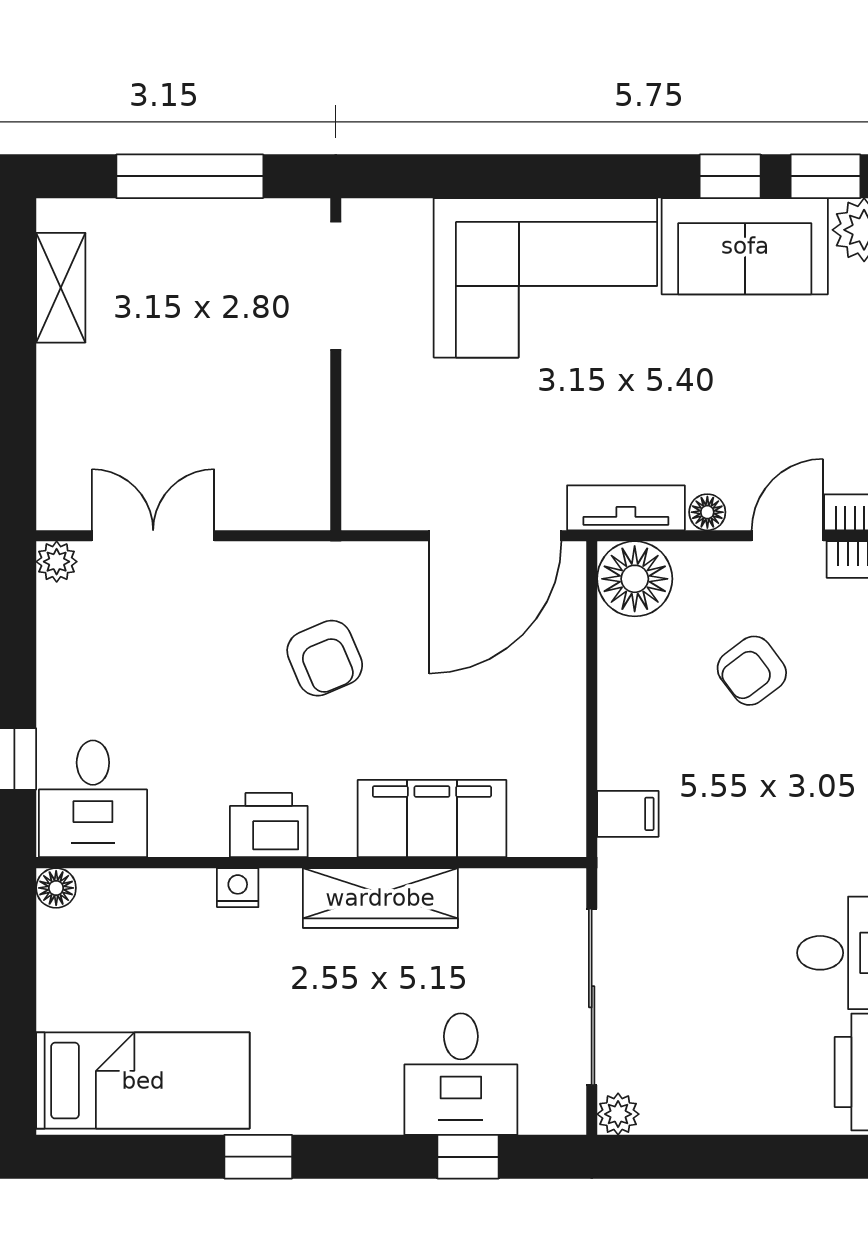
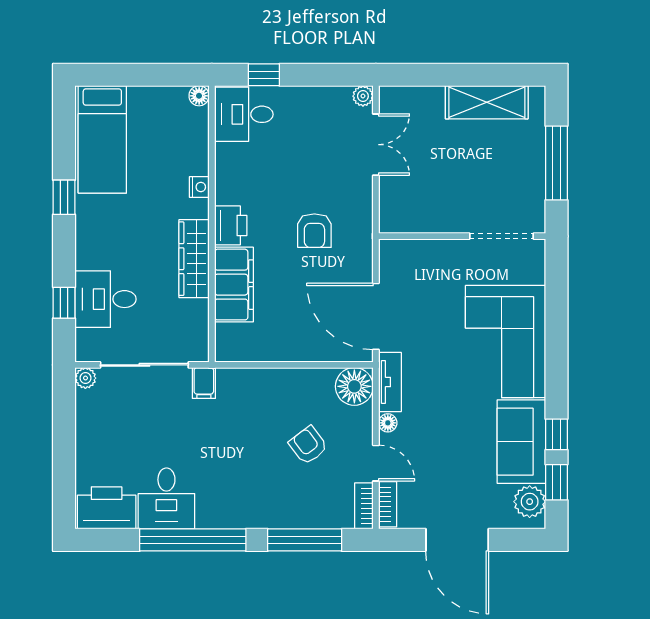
shelving: (61, 288) -> (487, 102), width x1.50, depth x1.33
armchair: (325, 658) -> (314, 231), turned -67
filing cabinet: (628, 814) -> (204, 383), moved
printer: (269, 825) -> (231, 225), moved

